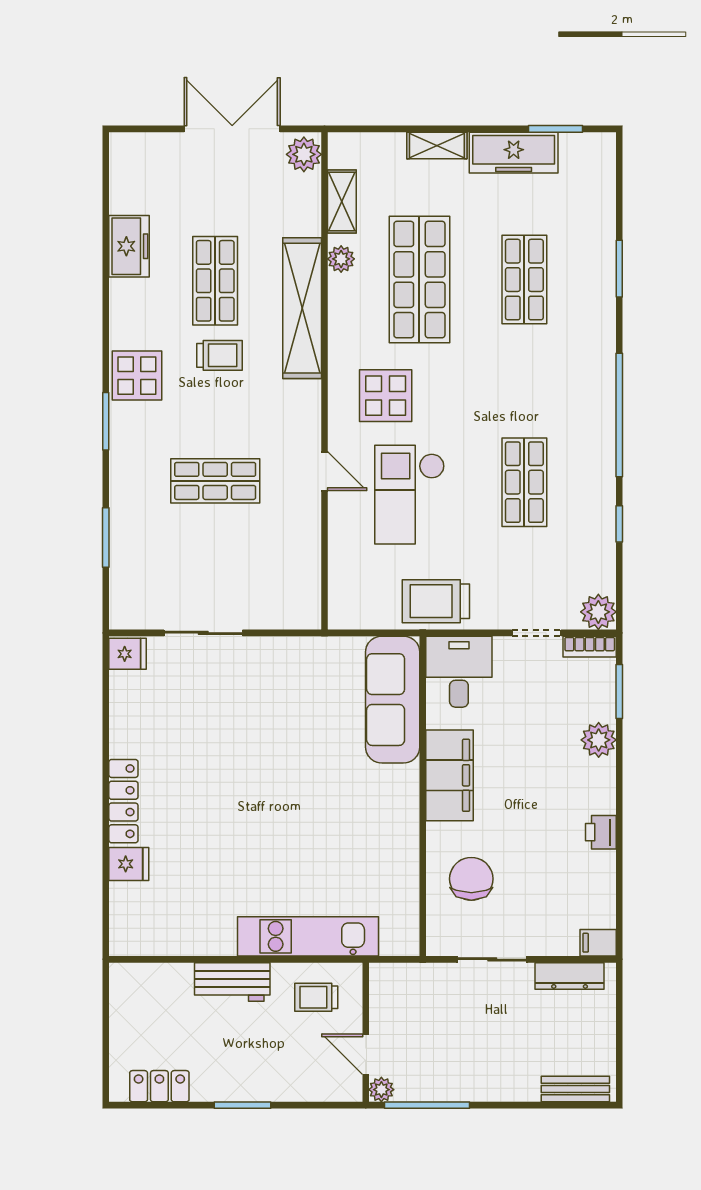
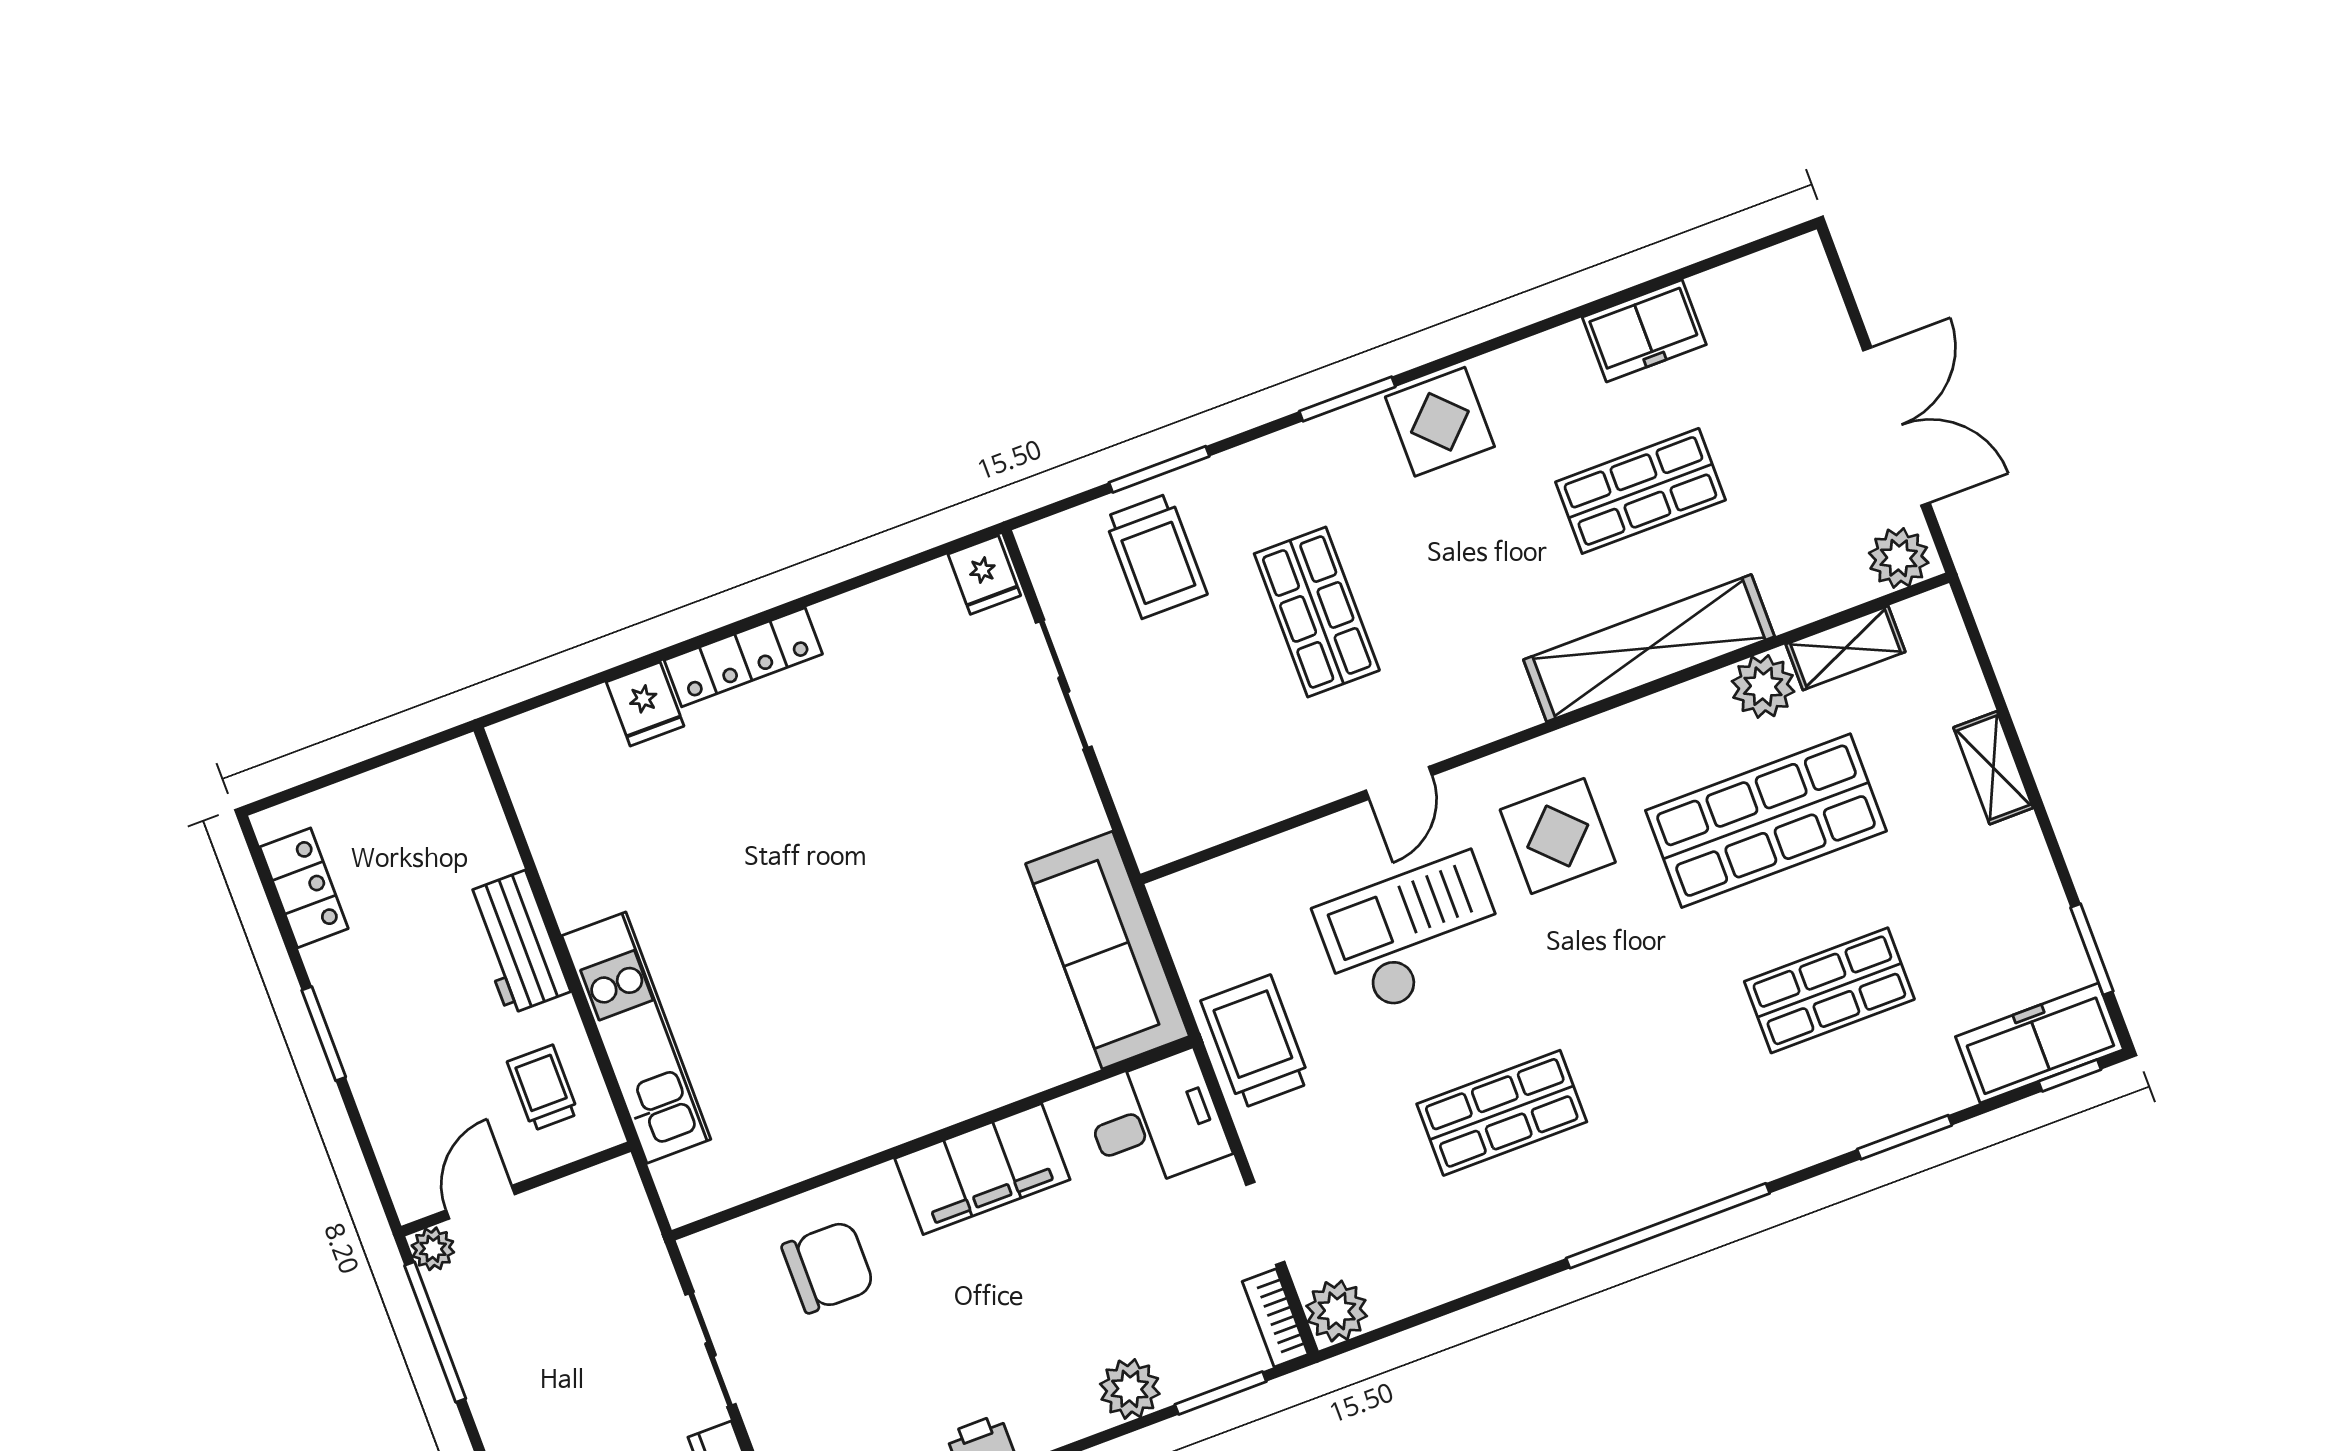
freezer: (514, 153) -> (2039, 1043), moved, turned 90
plant: (341, 259) -> (1763, 686), width x1.38, depth x1.38
trolley: (220, 355) -> (1156, 556), moved, width x1.36, depth x1.39
window: (619, 524) -> (2070, 1075), moved
sofa: (393, 700) -> (1107, 950), moved, turned -90

